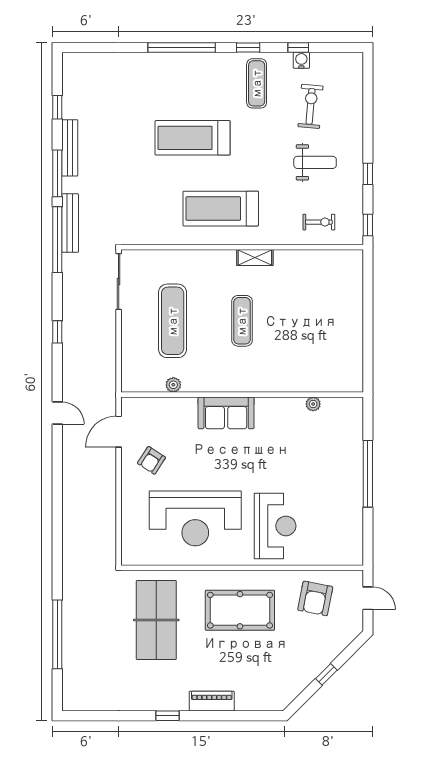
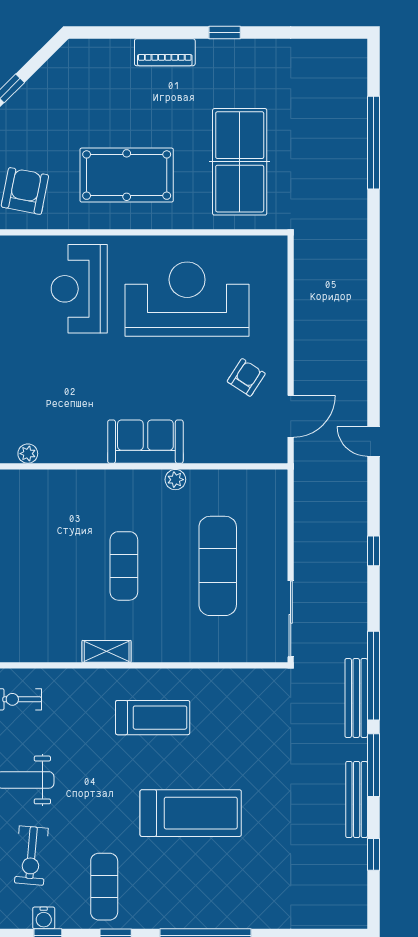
treadmill: (221, 209) -> (153, 718), width x0.73, depth x0.73
plant: (173, 385) -> (175, 480), moved

